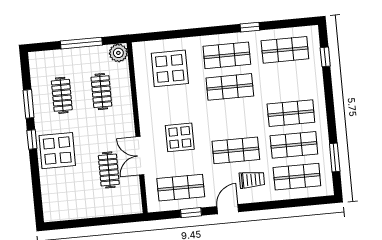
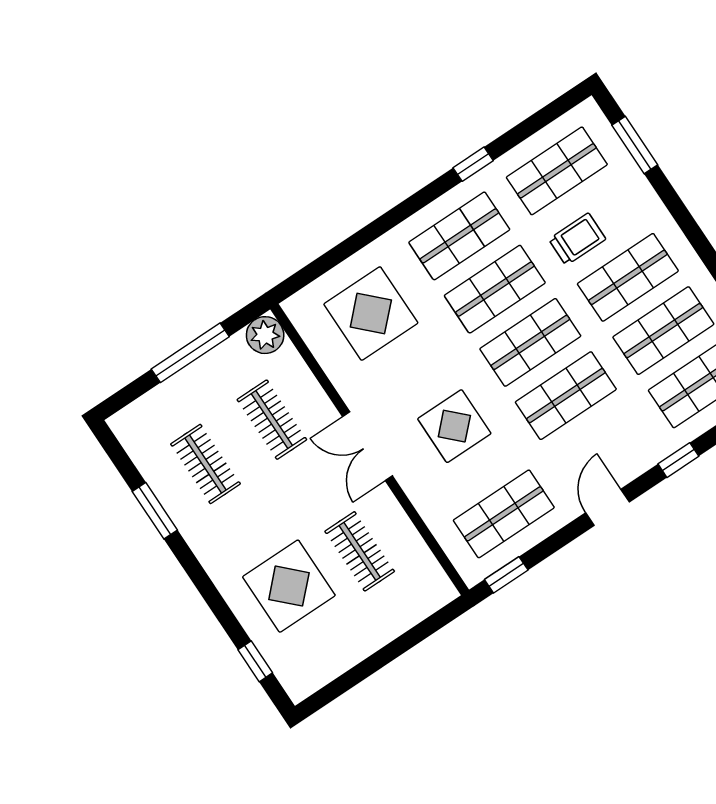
window: (325, 57) -> (635, 145), width x1.50
shop shelf: (233, 119) -> (530, 342), added
window: (32, 140) -> (255, 661), moved
display table: (57, 151) -> (289, 586), moved
double door: (140, 156) -> (367, 446), moved
trolley: (252, 180) -> (577, 239), moved
window: (270, 205) -> (678, 460), added
window: (191, 213) -> (506, 575), moved

